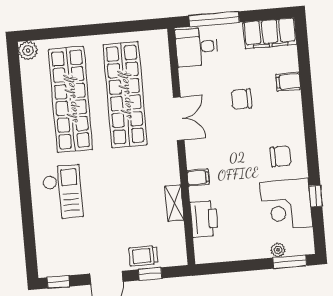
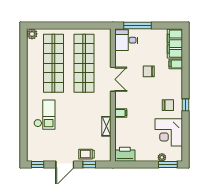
filing cabinet: (270, 33) -> (175, 44), moved, turned 90
window: (316, 196) -> (185, 105), moved
printer: (204, 219) -> (125, 154), moved, turned -90

